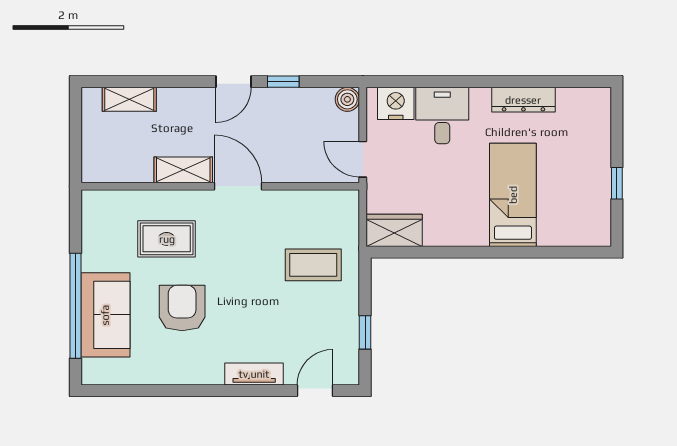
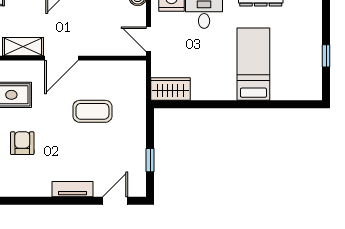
door: (238, 186) -> (61, 58), swing flipped
coffee table: (313, 265) -> (92, 111), moved
armchair: (182, 308) -> (22, 143), width x0.72, depth x0.72

